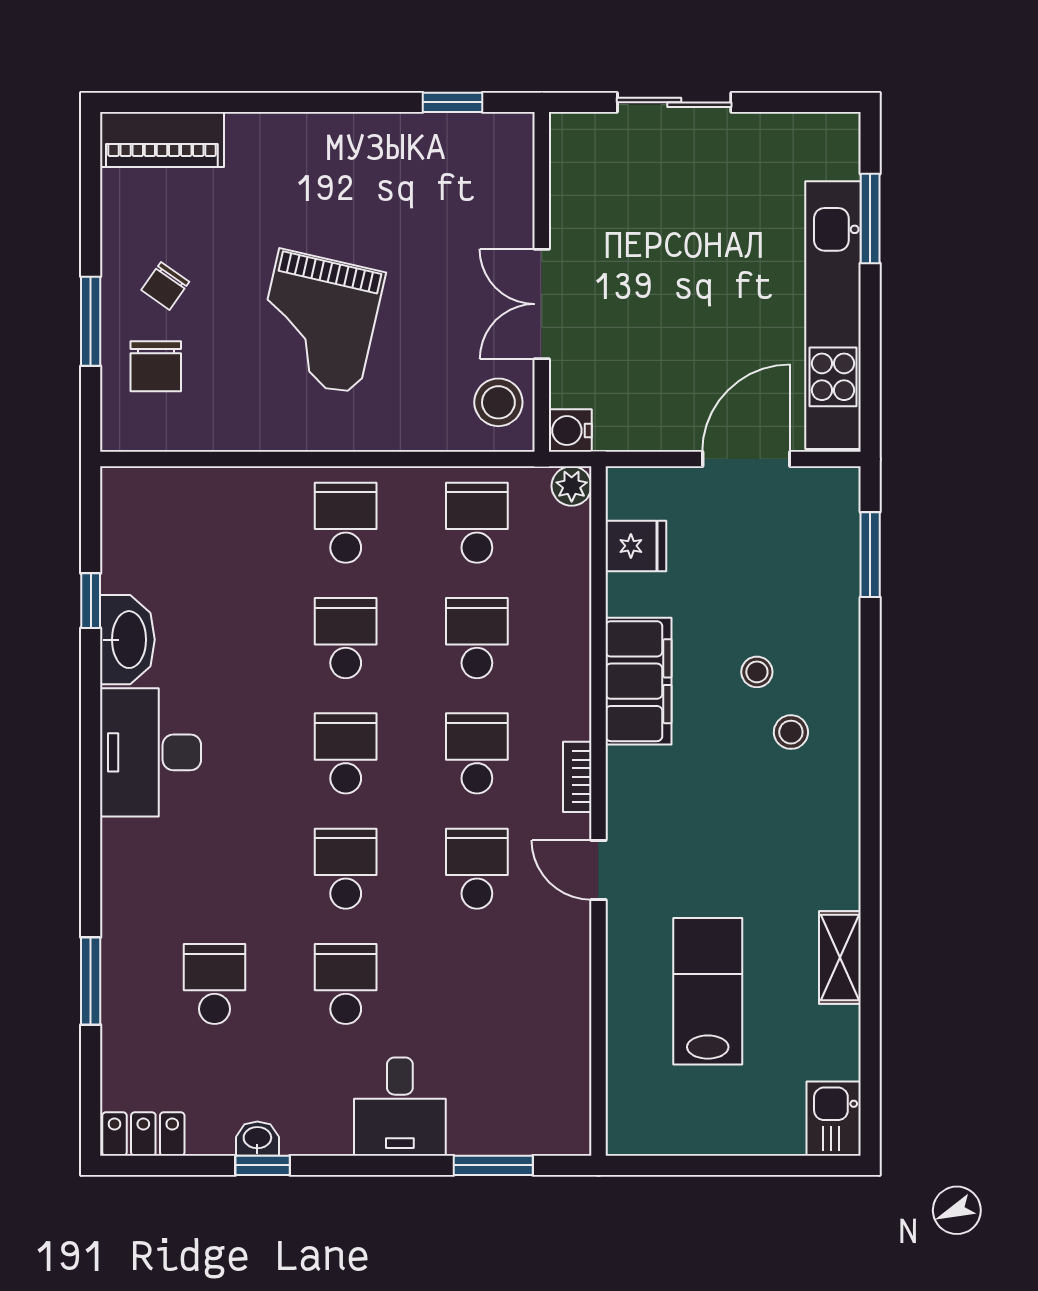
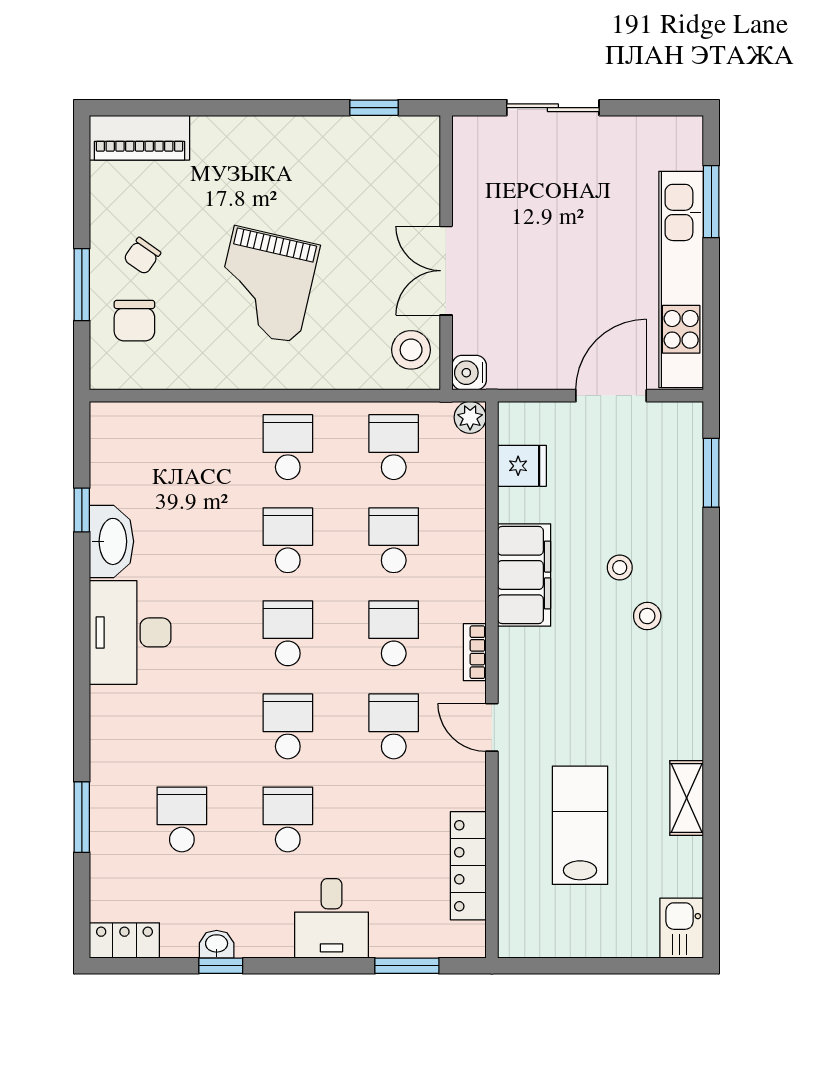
locker: (569, 1041) -> (468, 866), added

